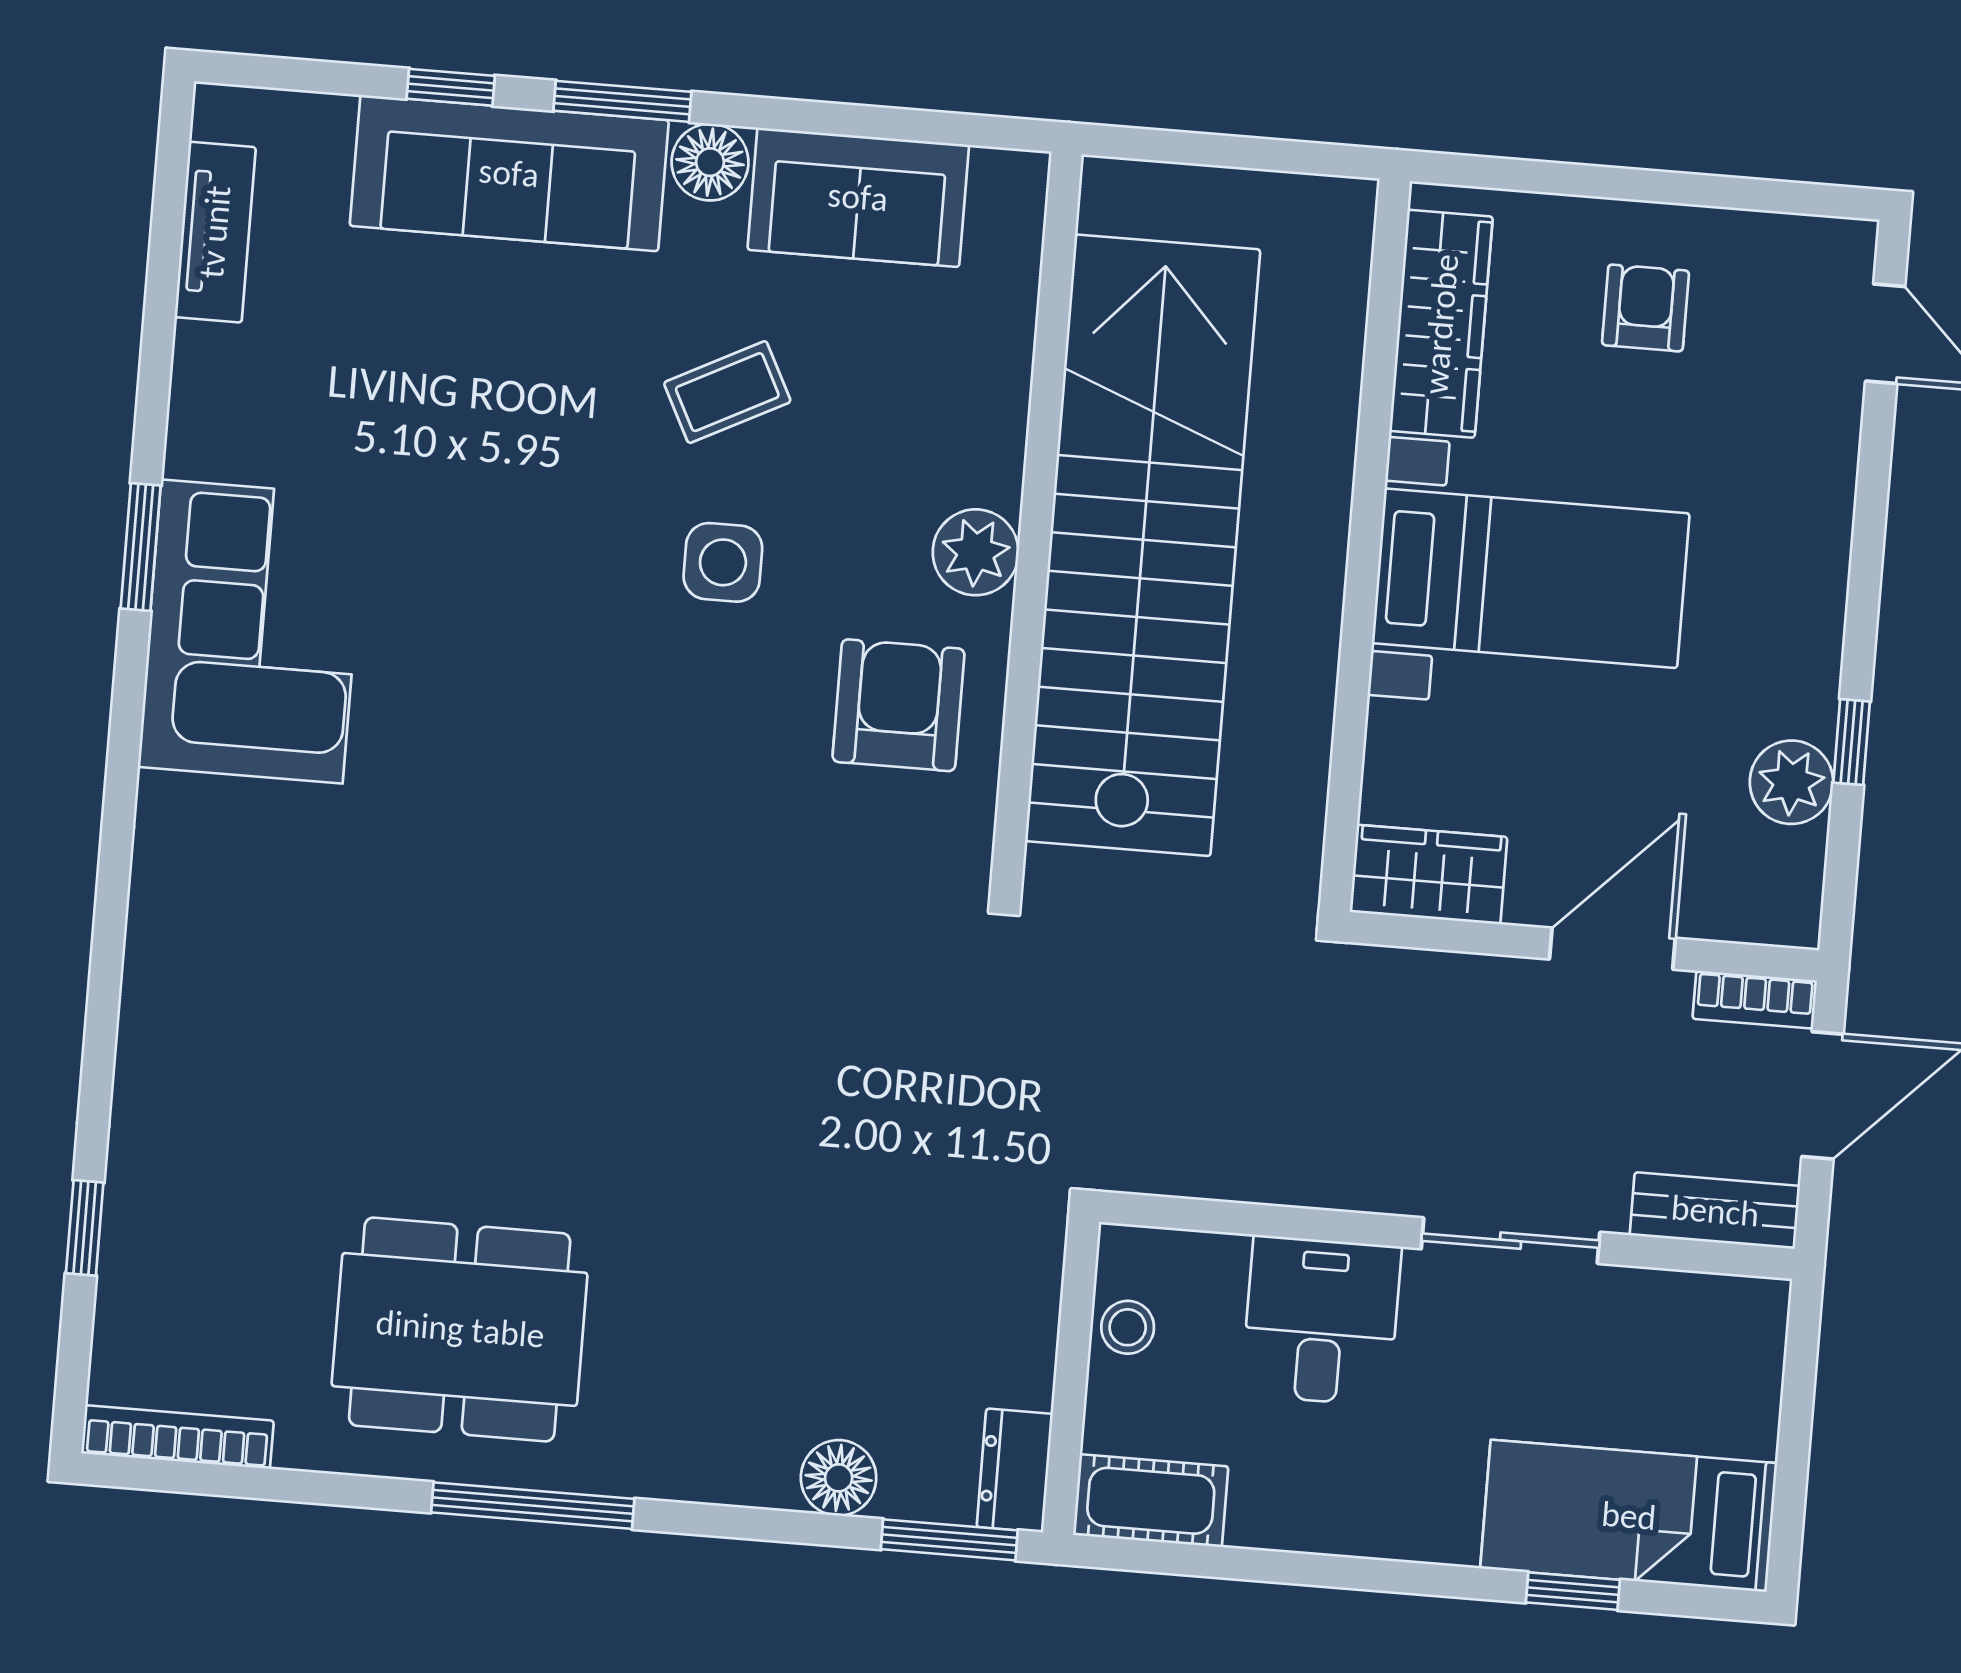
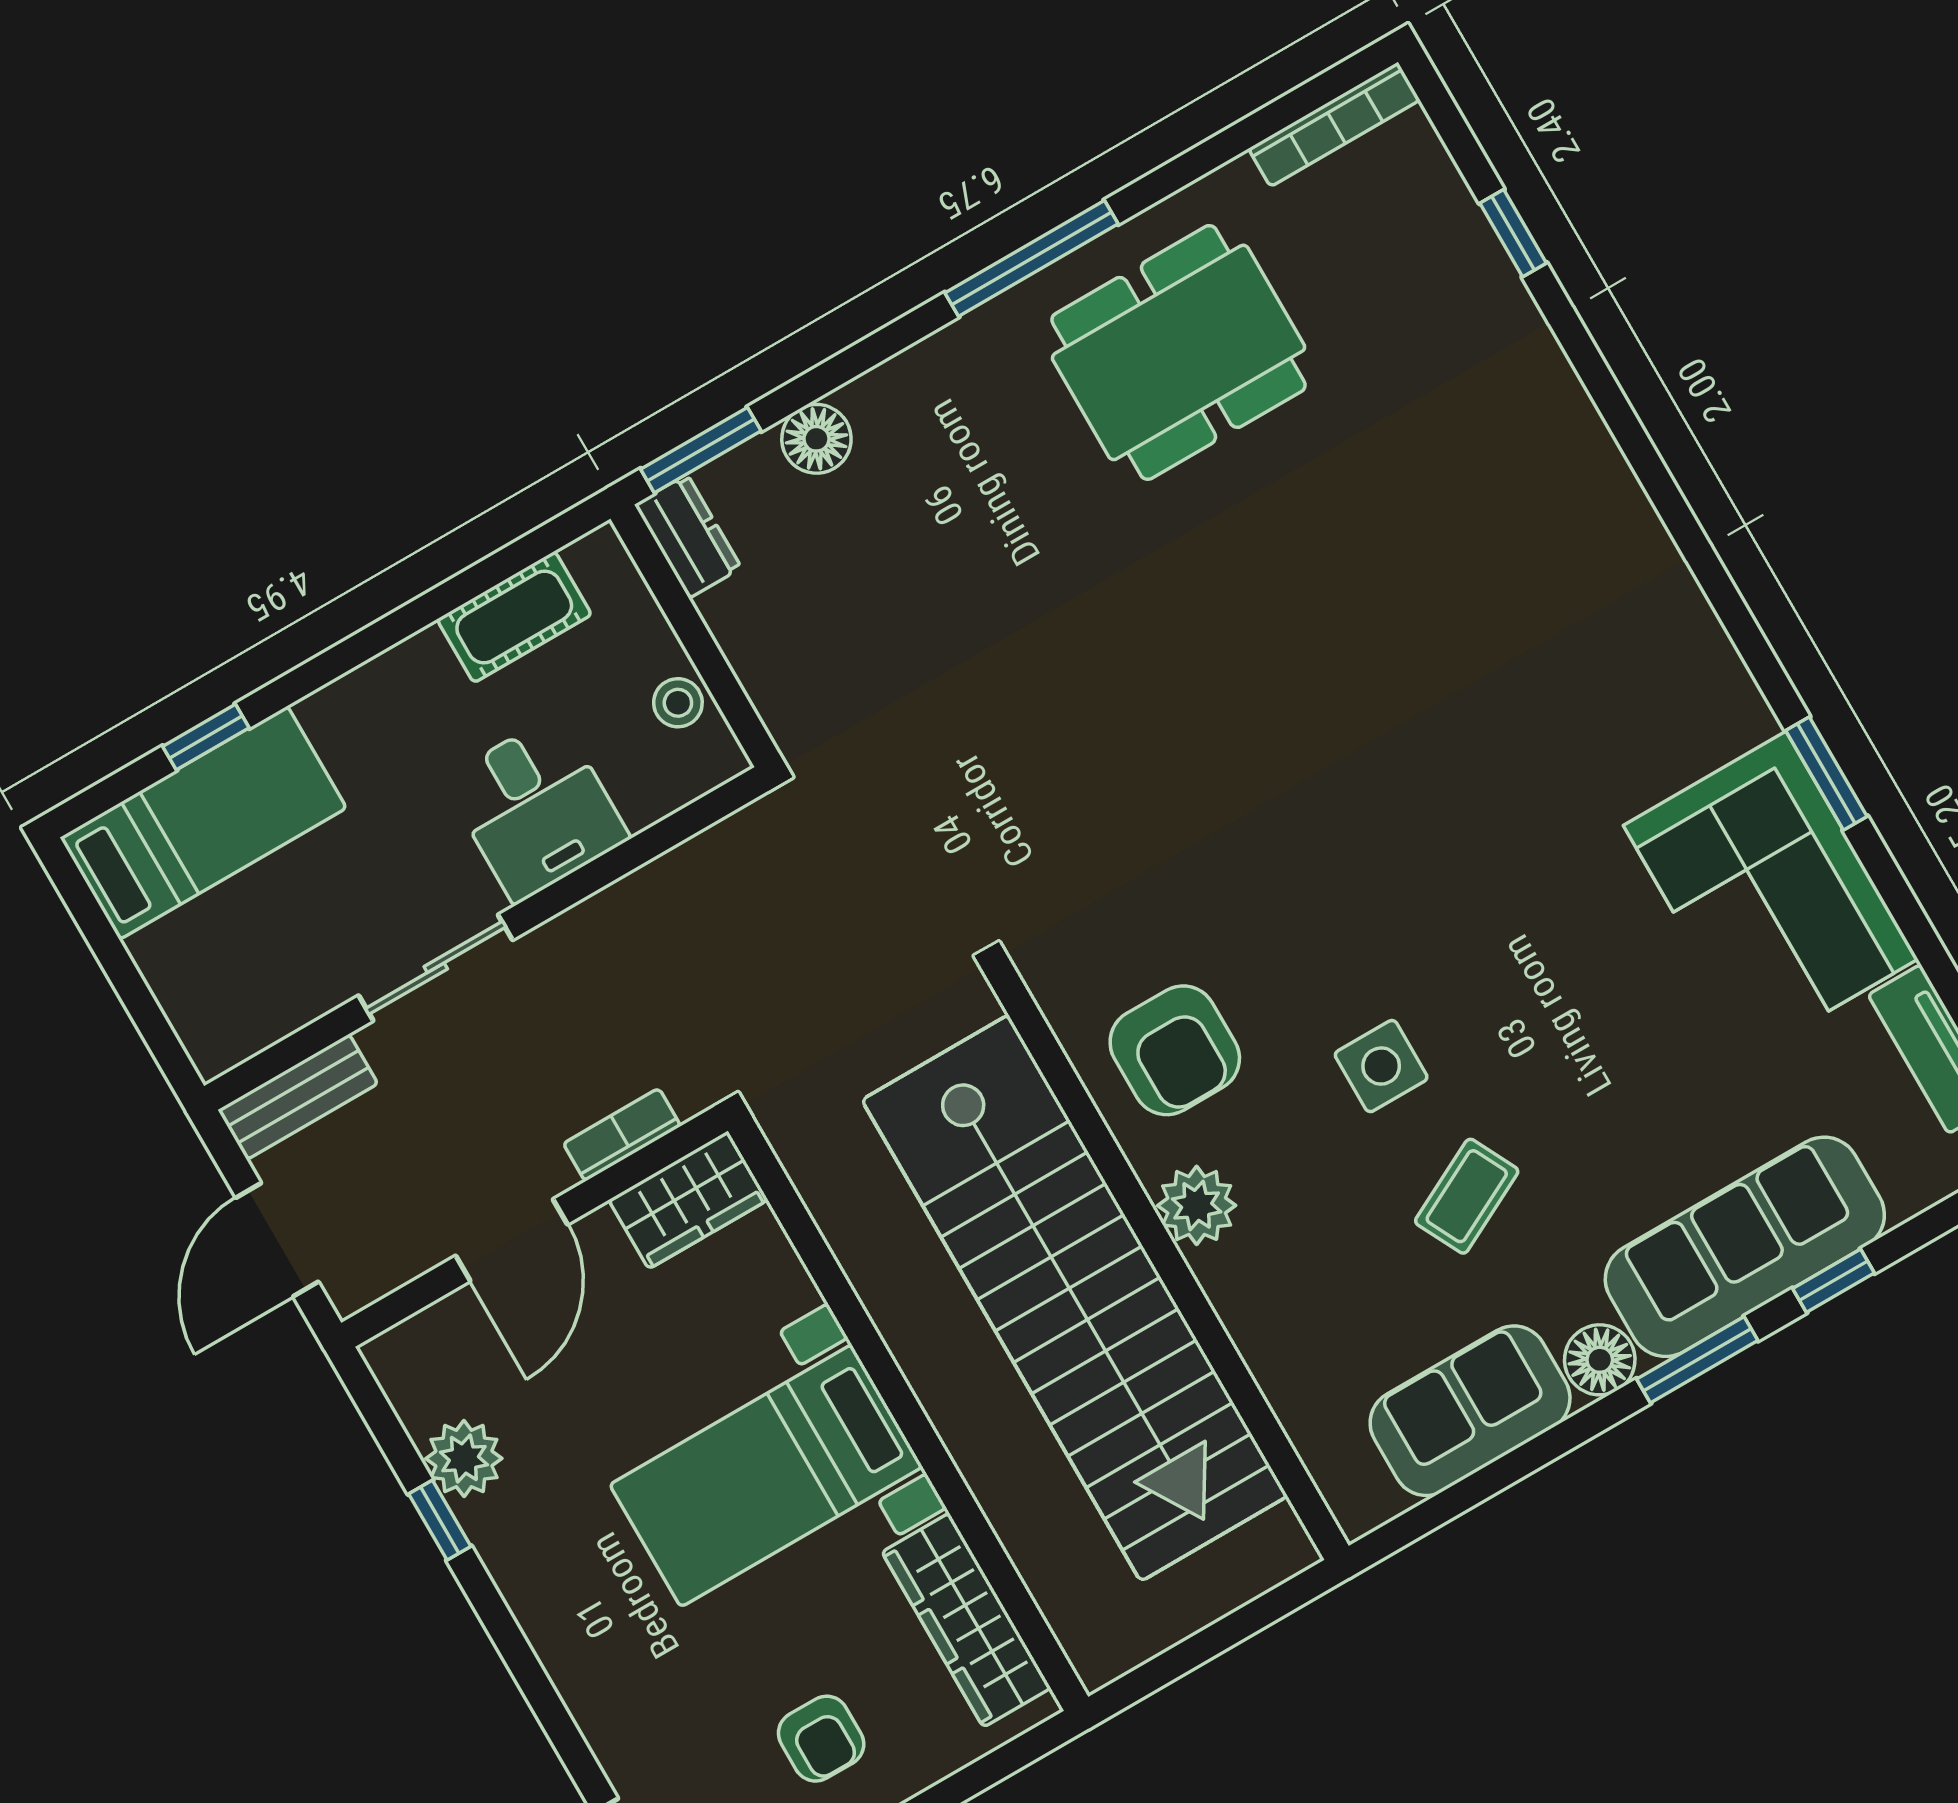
corner sofa: (252, 632) -> (1771, 892), moved
bookcase: (1755, 1000) -> (622, 1135), moved
cot: (1151, 1501) -> (514, 617), moved

